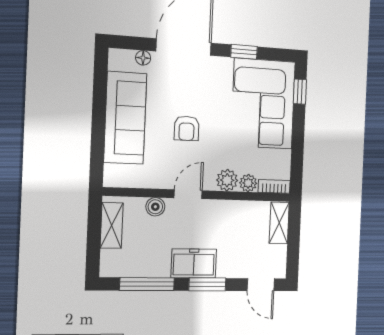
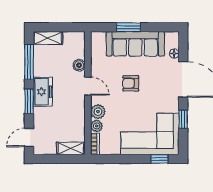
window: (98, 127) -> (128, 27), added
shelving: (112, 225) -> (48, 38), moved

